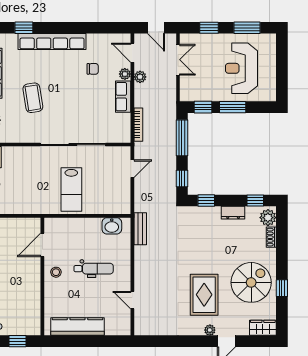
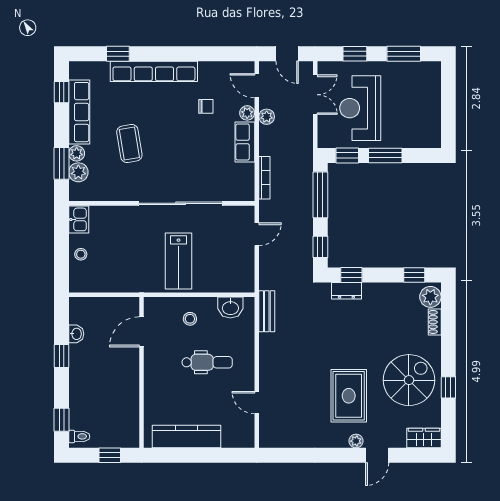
reception desk: (241, 68) -> (360, 108), moved
dresser: (233, 213) -> (346, 291), moved
stool: (56, 272) -> (190, 319), moved

